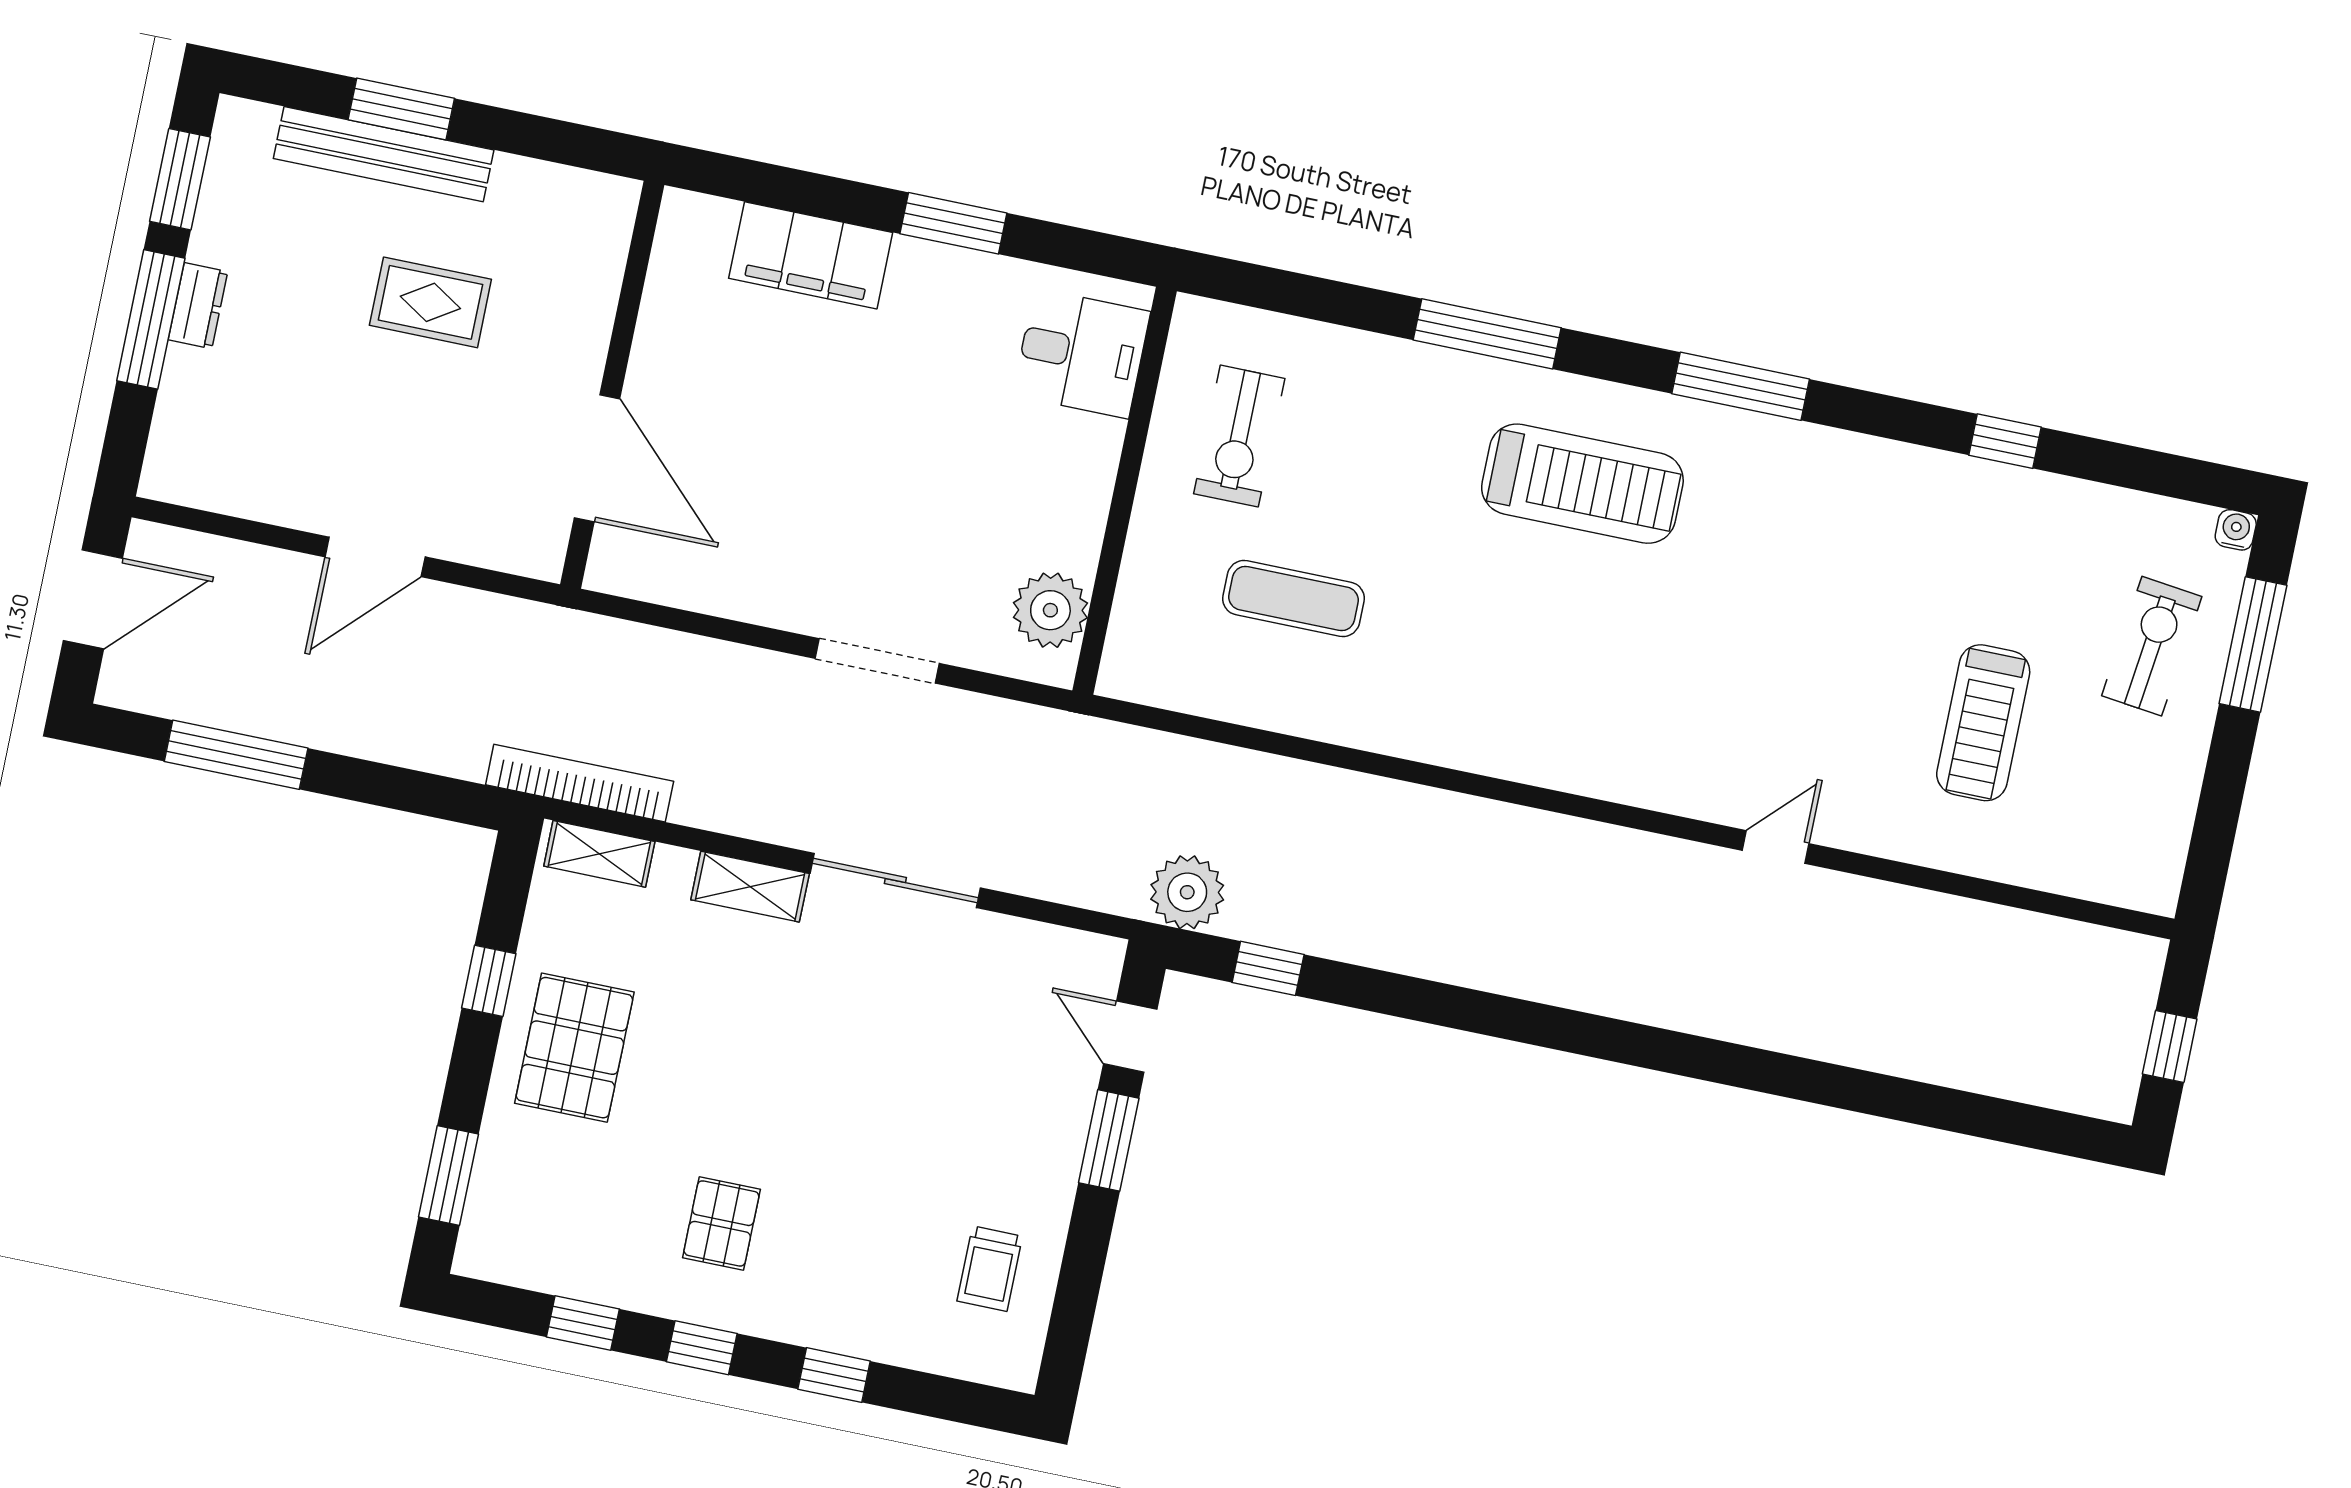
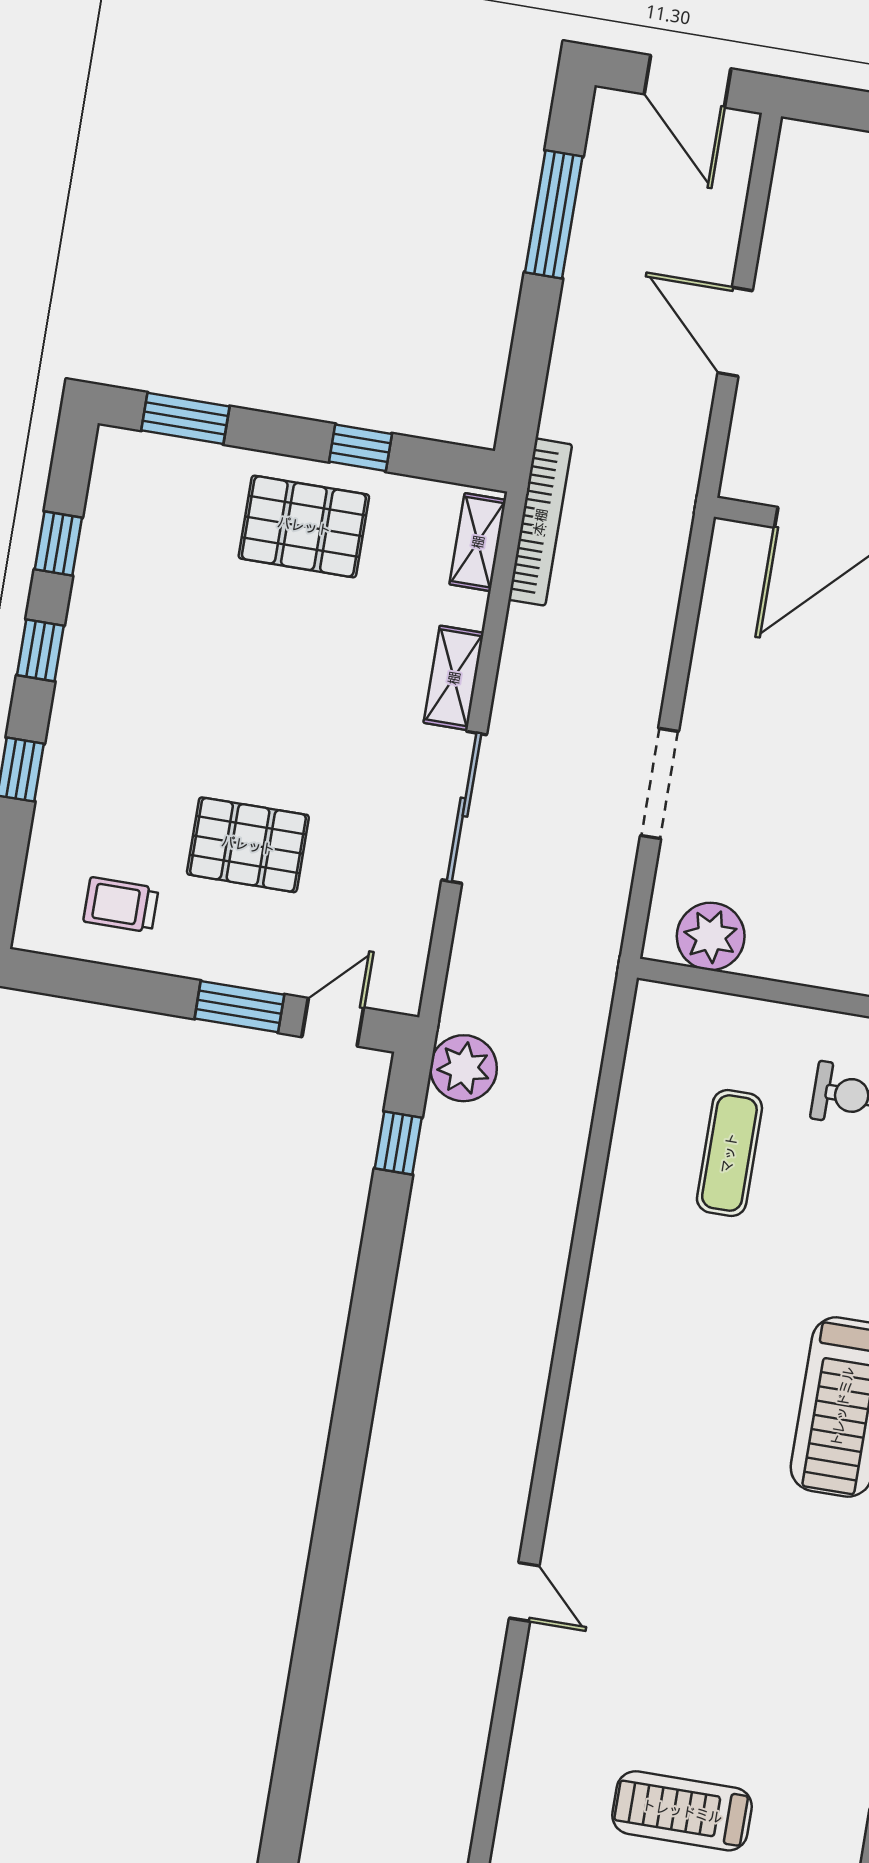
treadmill: (1983, 723) -> (682, 1811), moved
pallet: (721, 1223) -> (248, 845), moved, width x1.50, depth x1.42

